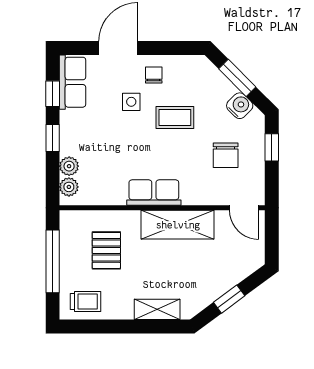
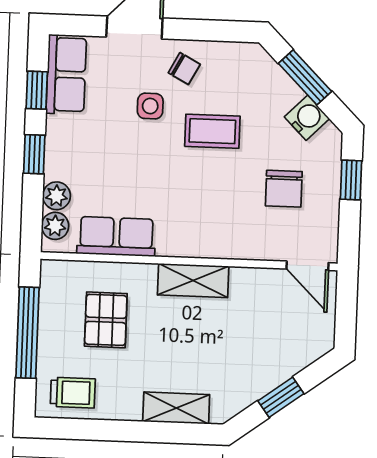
chair: (154, 75) -> (184, 69), turned 118
row of seats: (154, 193) -> (116, 236), moved
shelving: (178, 225) -> (193, 281), width x0.67, depth x0.75

